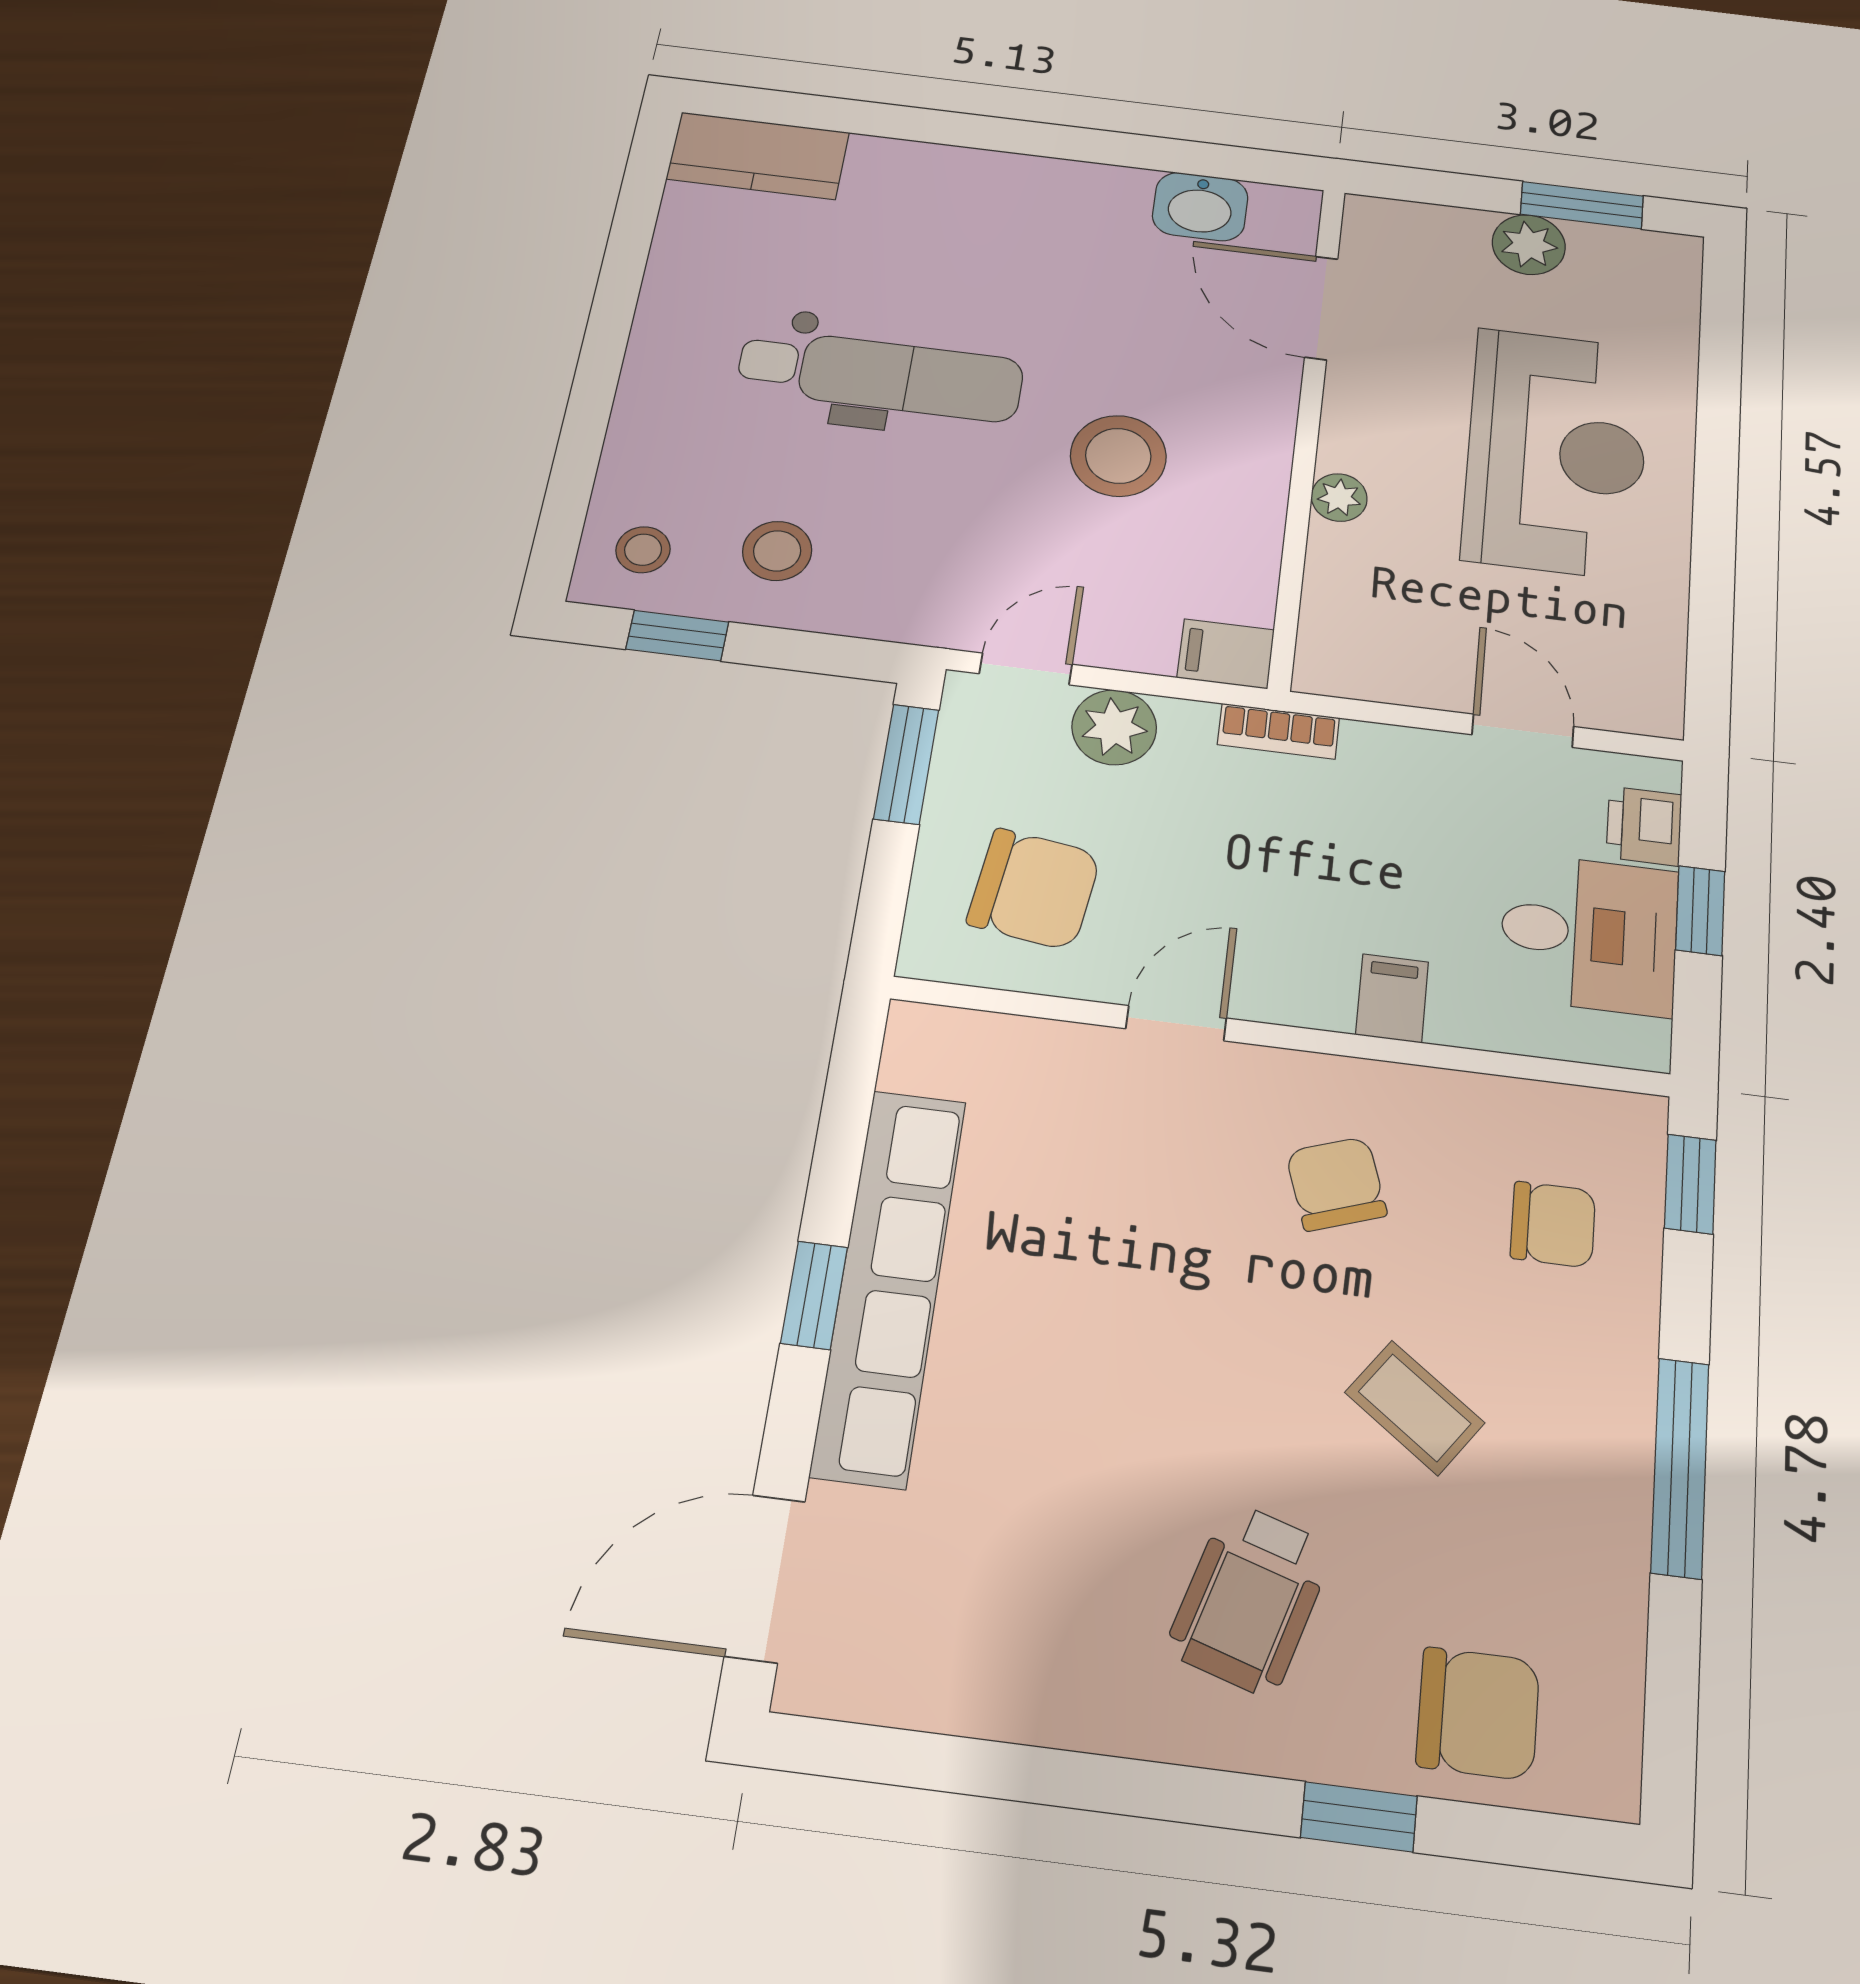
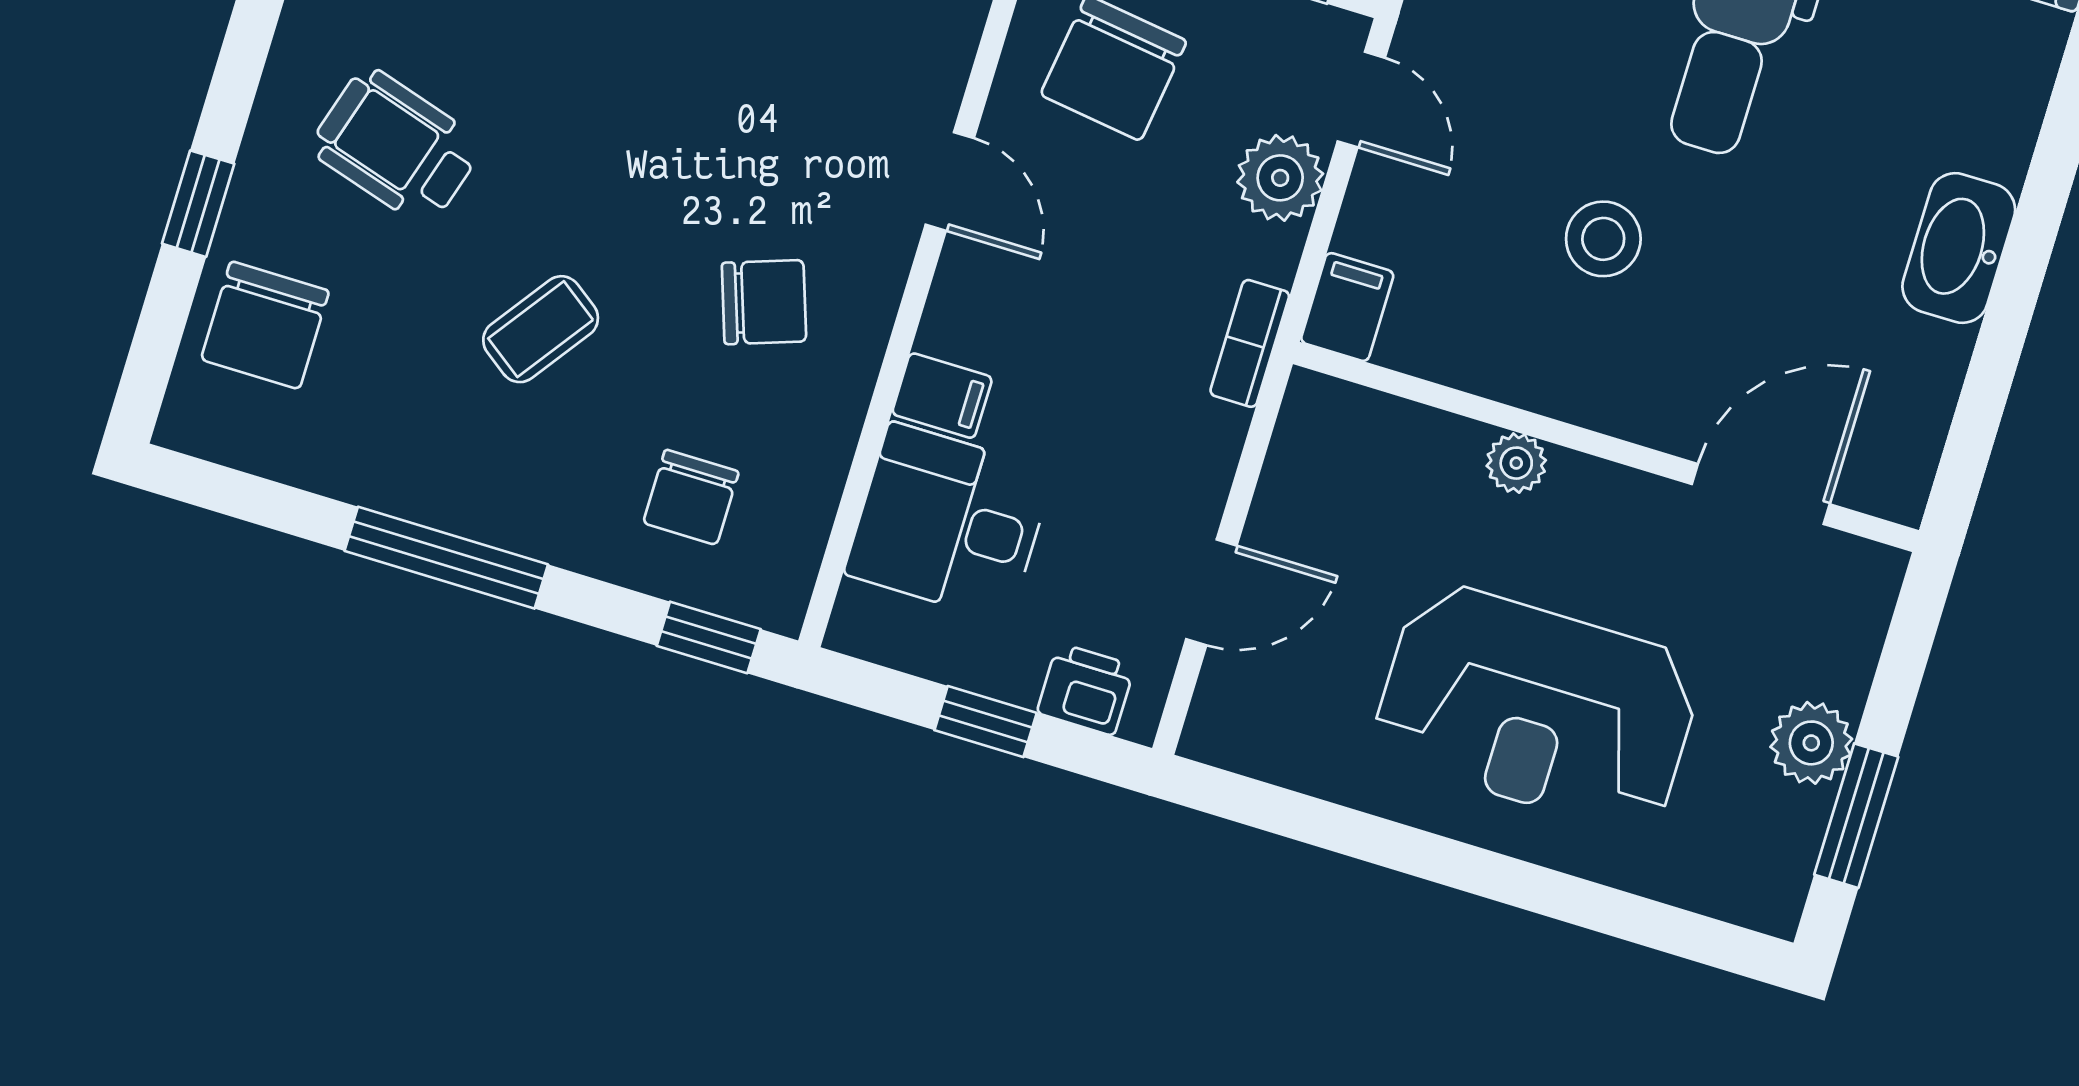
washbasin: (1200, 207) -> (1959, 248), moved, width x1.38
stool: (1118, 456) -> (1603, 239), width x0.73, depth x0.73
desk: (1589, 934) -> (949, 522), moved, turned 90

